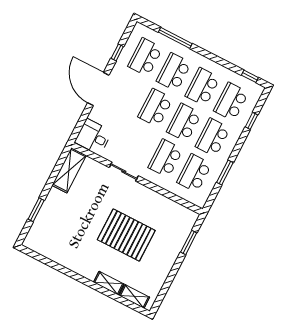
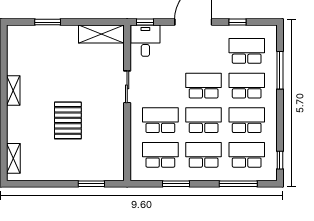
window: (251, 121) -> (238, 184), width x2.17
window: (78, 129) -> (145, 22), added
pallet: (126, 235) -> (68, 120), width x0.73, depth x0.71
shelving: (109, 283) -> (13, 90), moved

